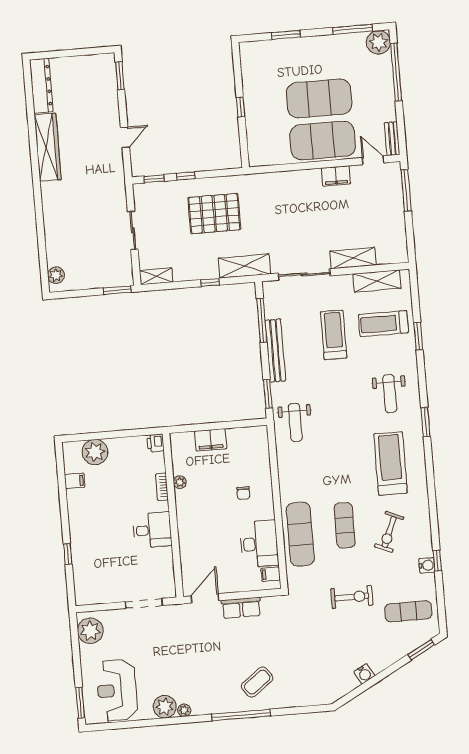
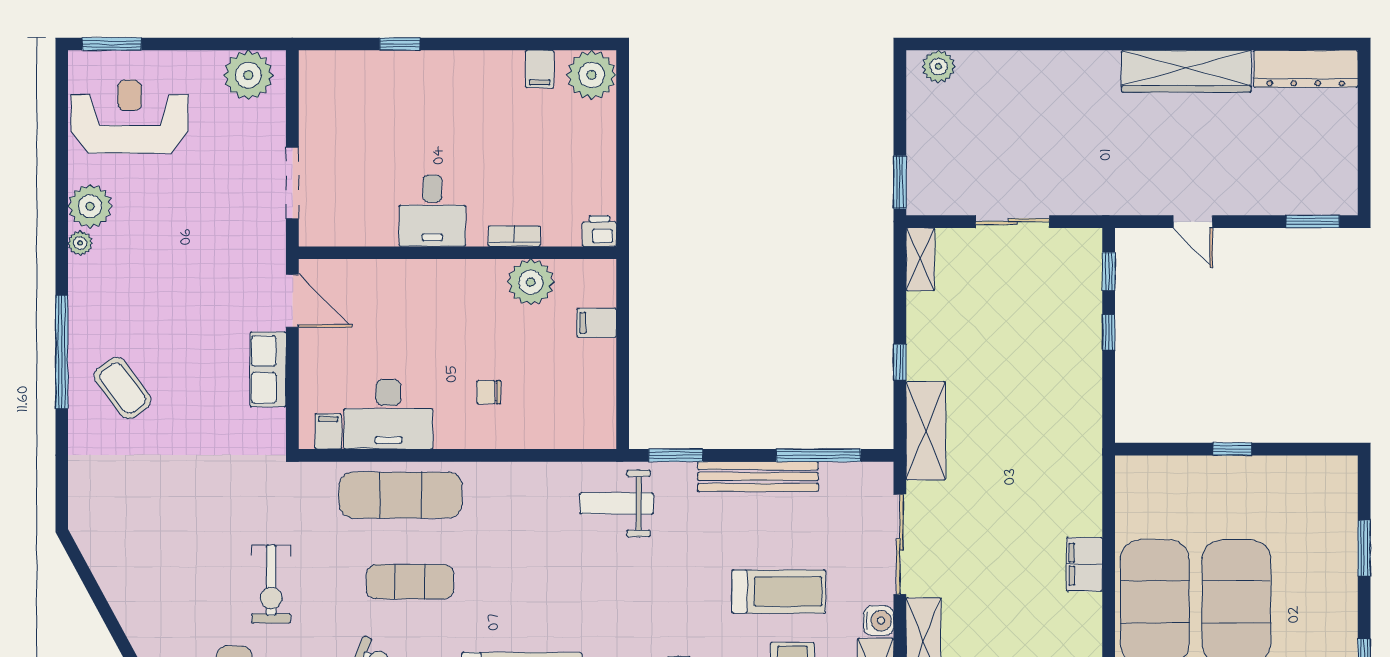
filing cabinet: (336, 176) -> (1084, 564), moved
pallet: (214, 214) -> (1032, 381), removed
filing cabinet: (211, 440) -> (597, 323), width x0.50
plant: (95, 452) -> (592, 75), moved
plant: (180, 482) -> (531, 282), width x1.87, depth x1.87
water cooler: (364, 674) -> (879, 621), moved, turned -152

